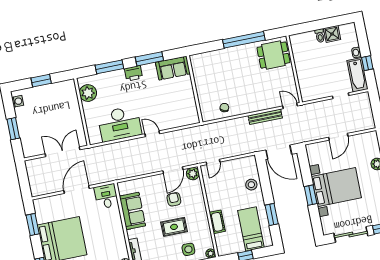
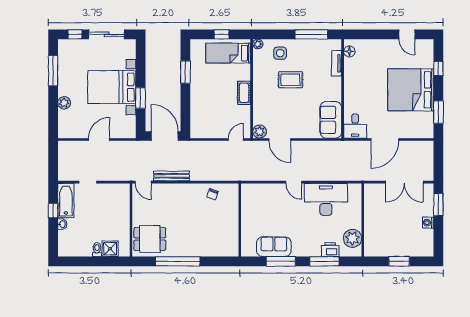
shower: (332, 34) -> (110, 249), moved
sofa: (173, 68) -> (274, 247), moved
printer: (133, 73) -> (330, 249), moved
washing machine: (18, 101) -> (428, 223), moved
window: (13, 129) -> (438, 205), moved
double door: (63, 152) -> (404, 182), moved
door: (173, 170) -> (280, 140), swing flipped
stool: (251, 185) -> (200, 108), removed
window: (311, 195) -> (141, 98), moved
armchair: (174, 199) -> (285, 109), removed
sofa: (132, 211) -> (331, 120), moved
cot: (217, 222) -> (244, 93), moved
bed: (251, 229) -> (228, 53), moved, turned 90

